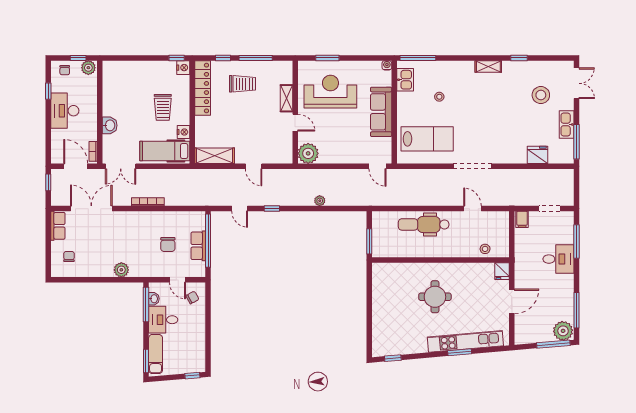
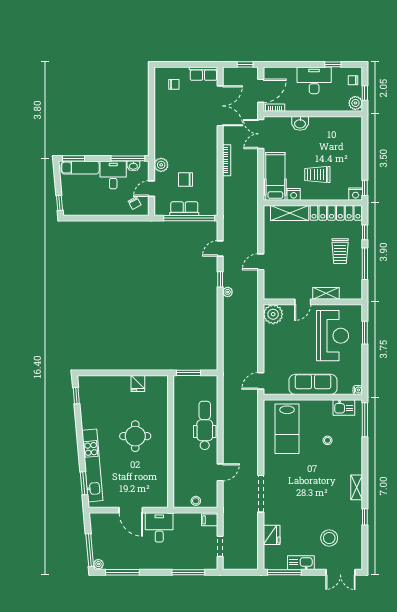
shelving: (215, 156) -> (290, 213), moved, turned 90
doorway: (473, 166) -> (261, 494), moved
plant: (320, 201) -> (228, 292), moved
stool: (485, 249) -> (196, 501), moved
desk: (558, 259) -> (159, 527), moved, turned 180
plant: (121, 270) -> (161, 165), moved
fridge: (502, 271) -> (138, 384), moved, turned -90
plant: (563, 331) -> (98, 564), width x0.53, depth x0.53
window: (460, 352) -> (84, 483), moved

